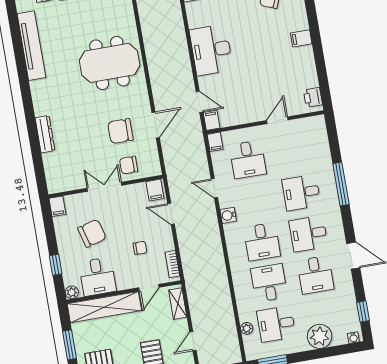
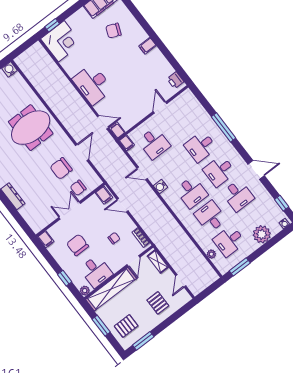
chair: (92, 233) -> (78, 245), turned -75

